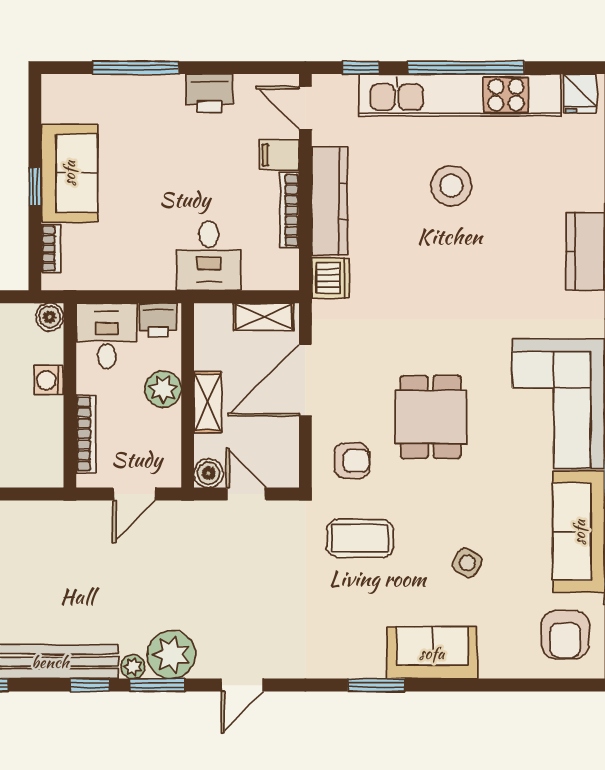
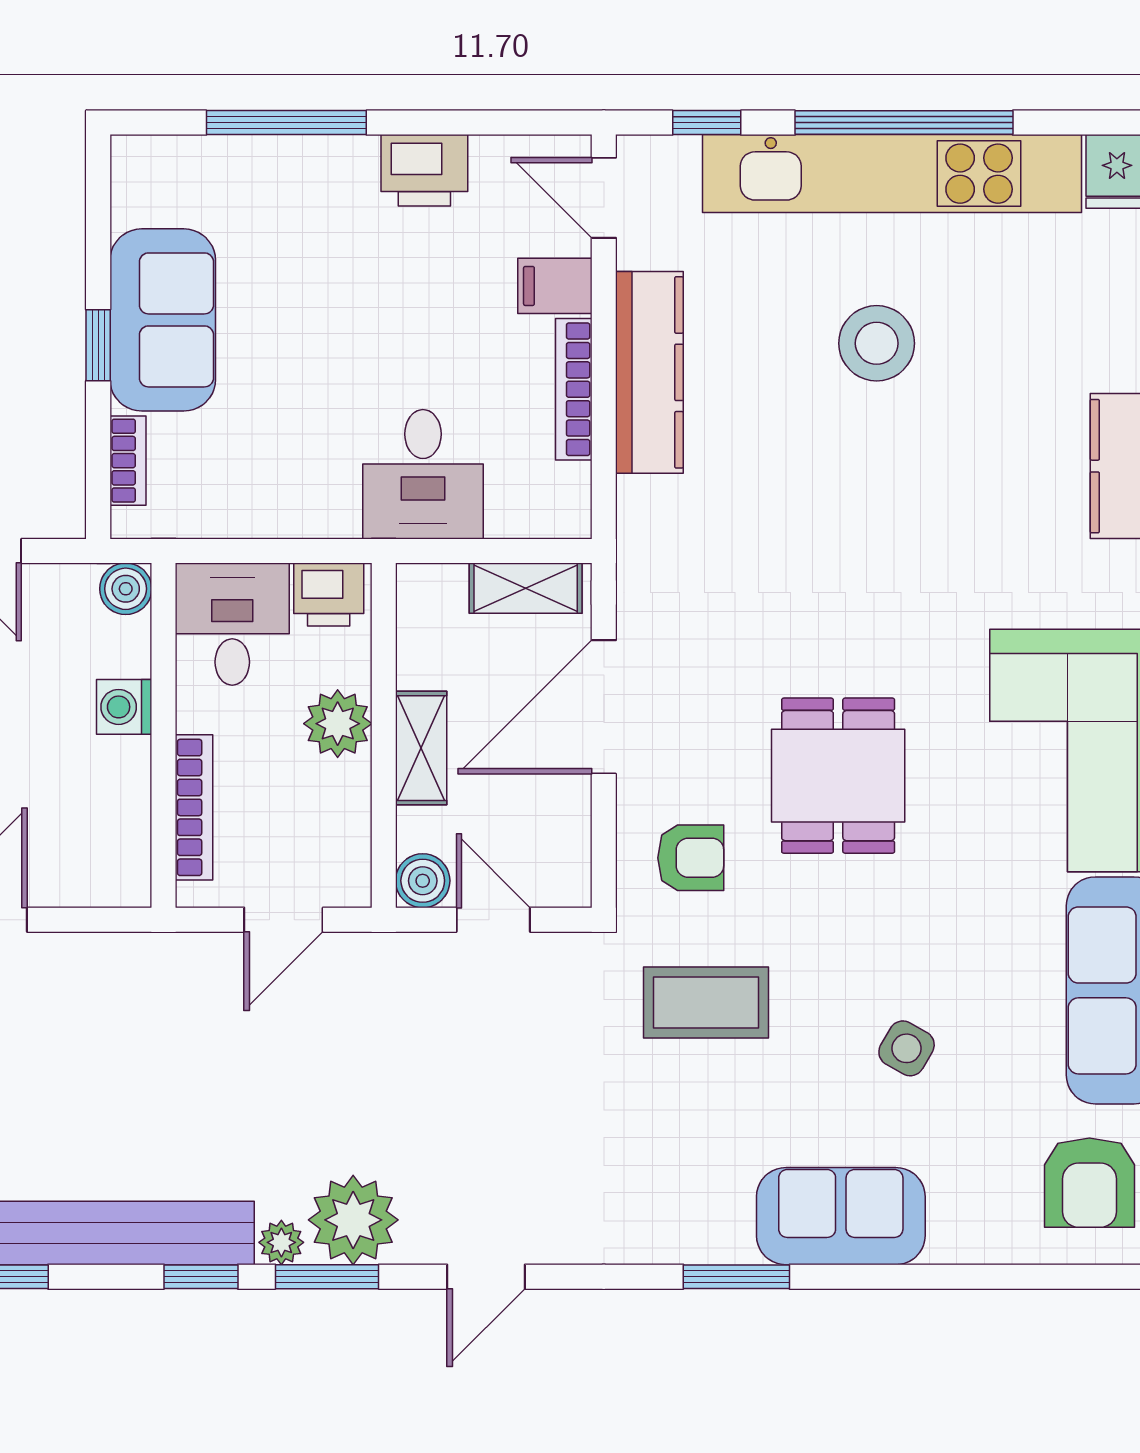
dishwasher: (331, 278) -> (651, 516), removed

